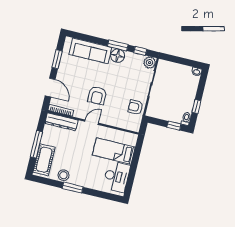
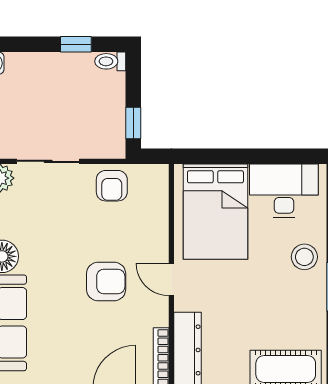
window: (174, 126) -> (133, 123), moved
bed: (114, 151) -> (215, 212), width x1.50
stool: (64, 175) -> (304, 257), moved

